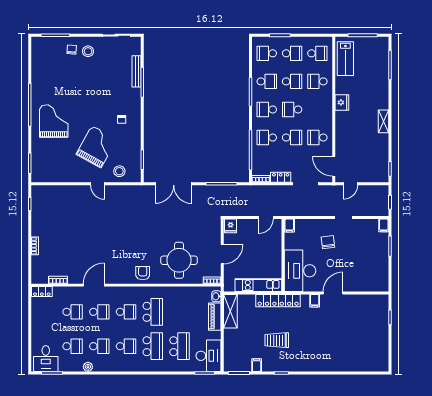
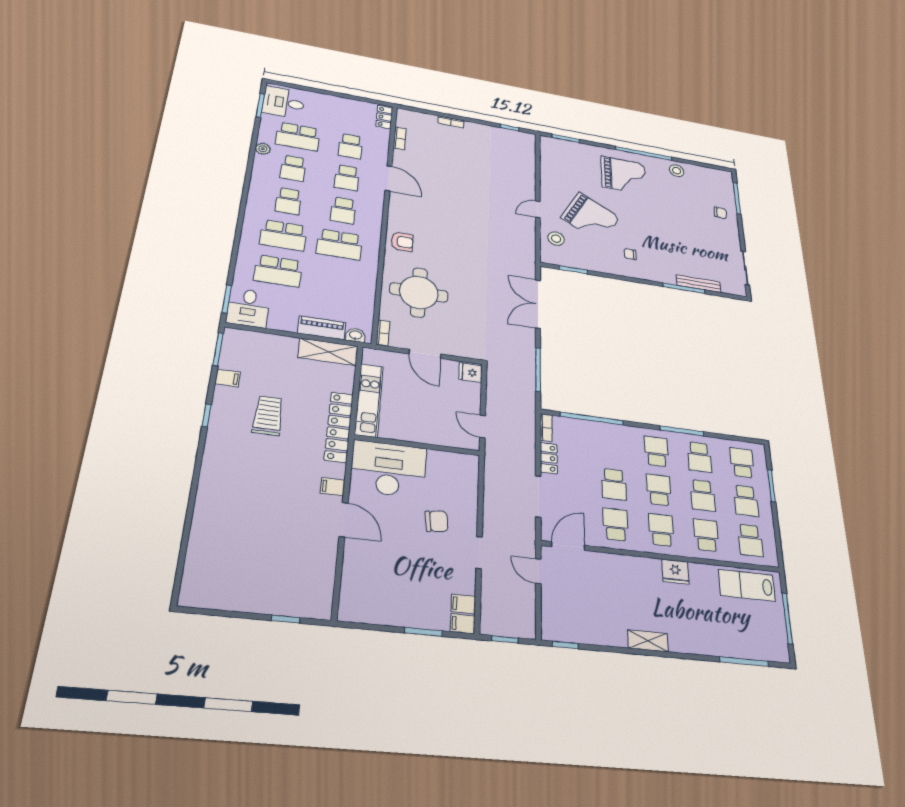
stool: (88, 51) -> (677, 171), moved
school desk: (267, 138) -> (661, 530), moved
filing cabinet: (289, 225) -> (463, 604), moved
school desk: (73, 346) -> (298, 137), width x1.85
desk: (209, 356) -> (248, 308), width x0.73

